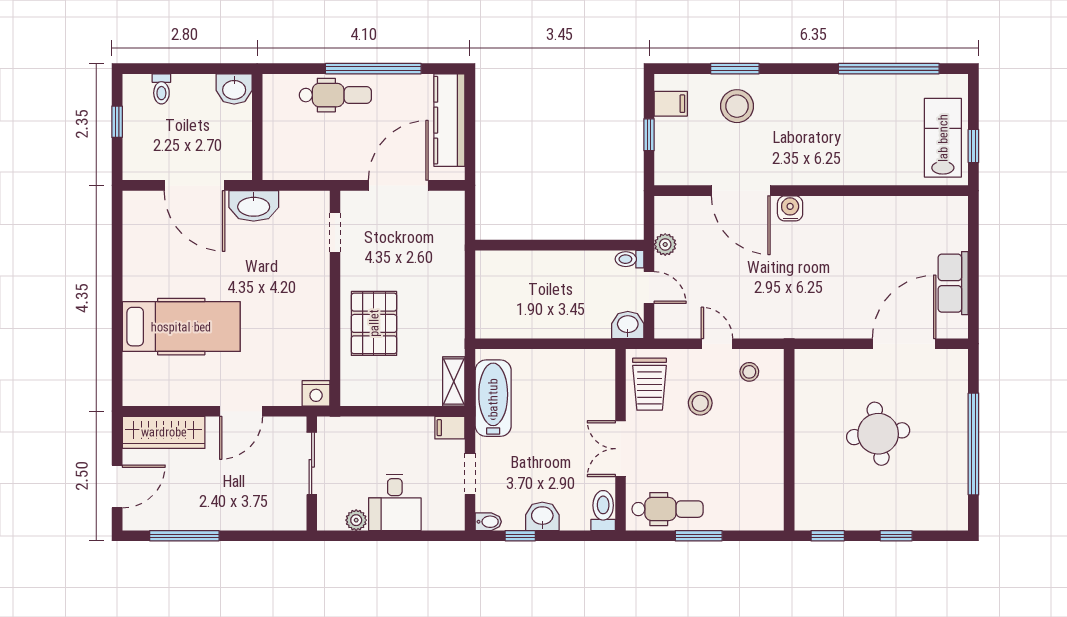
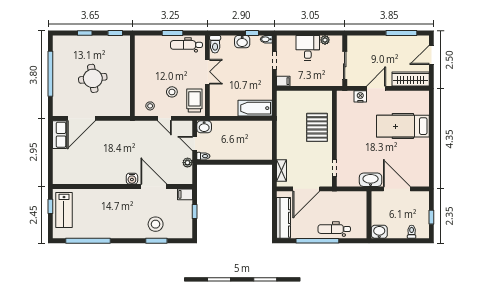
filing cabinet: (671, 104) -> (185, 194), moved
row of seats: (953, 283) -> (59, 135), moved
shelving: (454, 381) -> (282, 171), moved
nightstand: (316, 393) -> (360, 96), moved
bathtub: (493, 398) -> (255, 108), moved, turned 90

